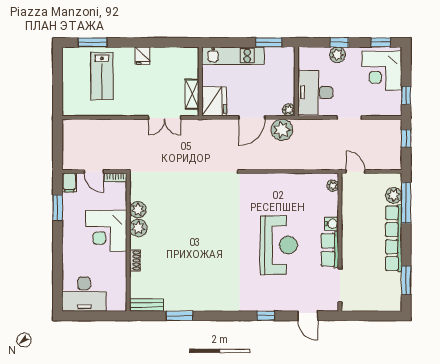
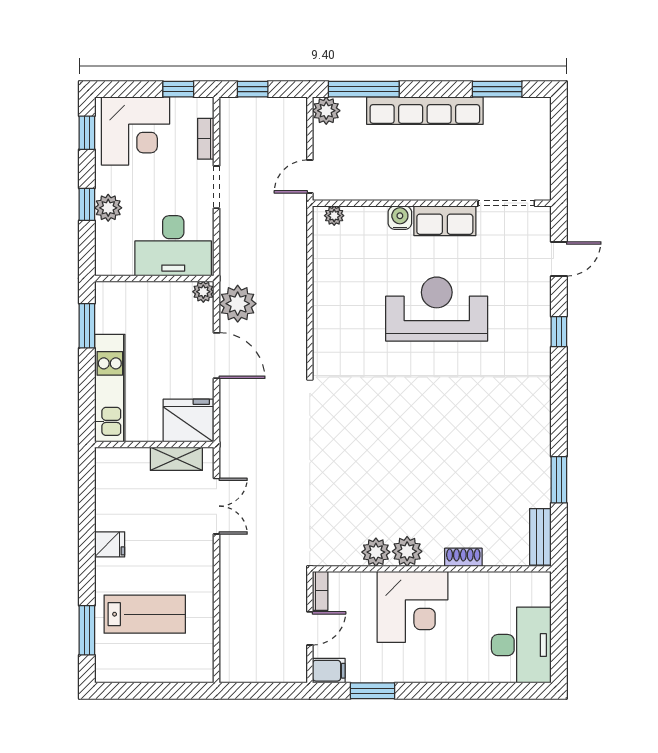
bookcase: (377, 111) -> (206, 139), added
plant: (394, 195) -> (326, 111), moved

